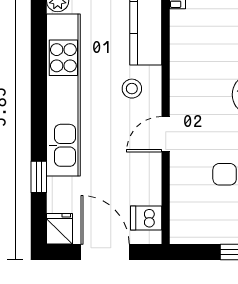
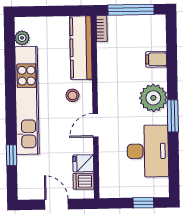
fridge: (59, 229) -> (83, 163), moved, turned -90
door: (105, 252) -> (56, 204), width x0.73

